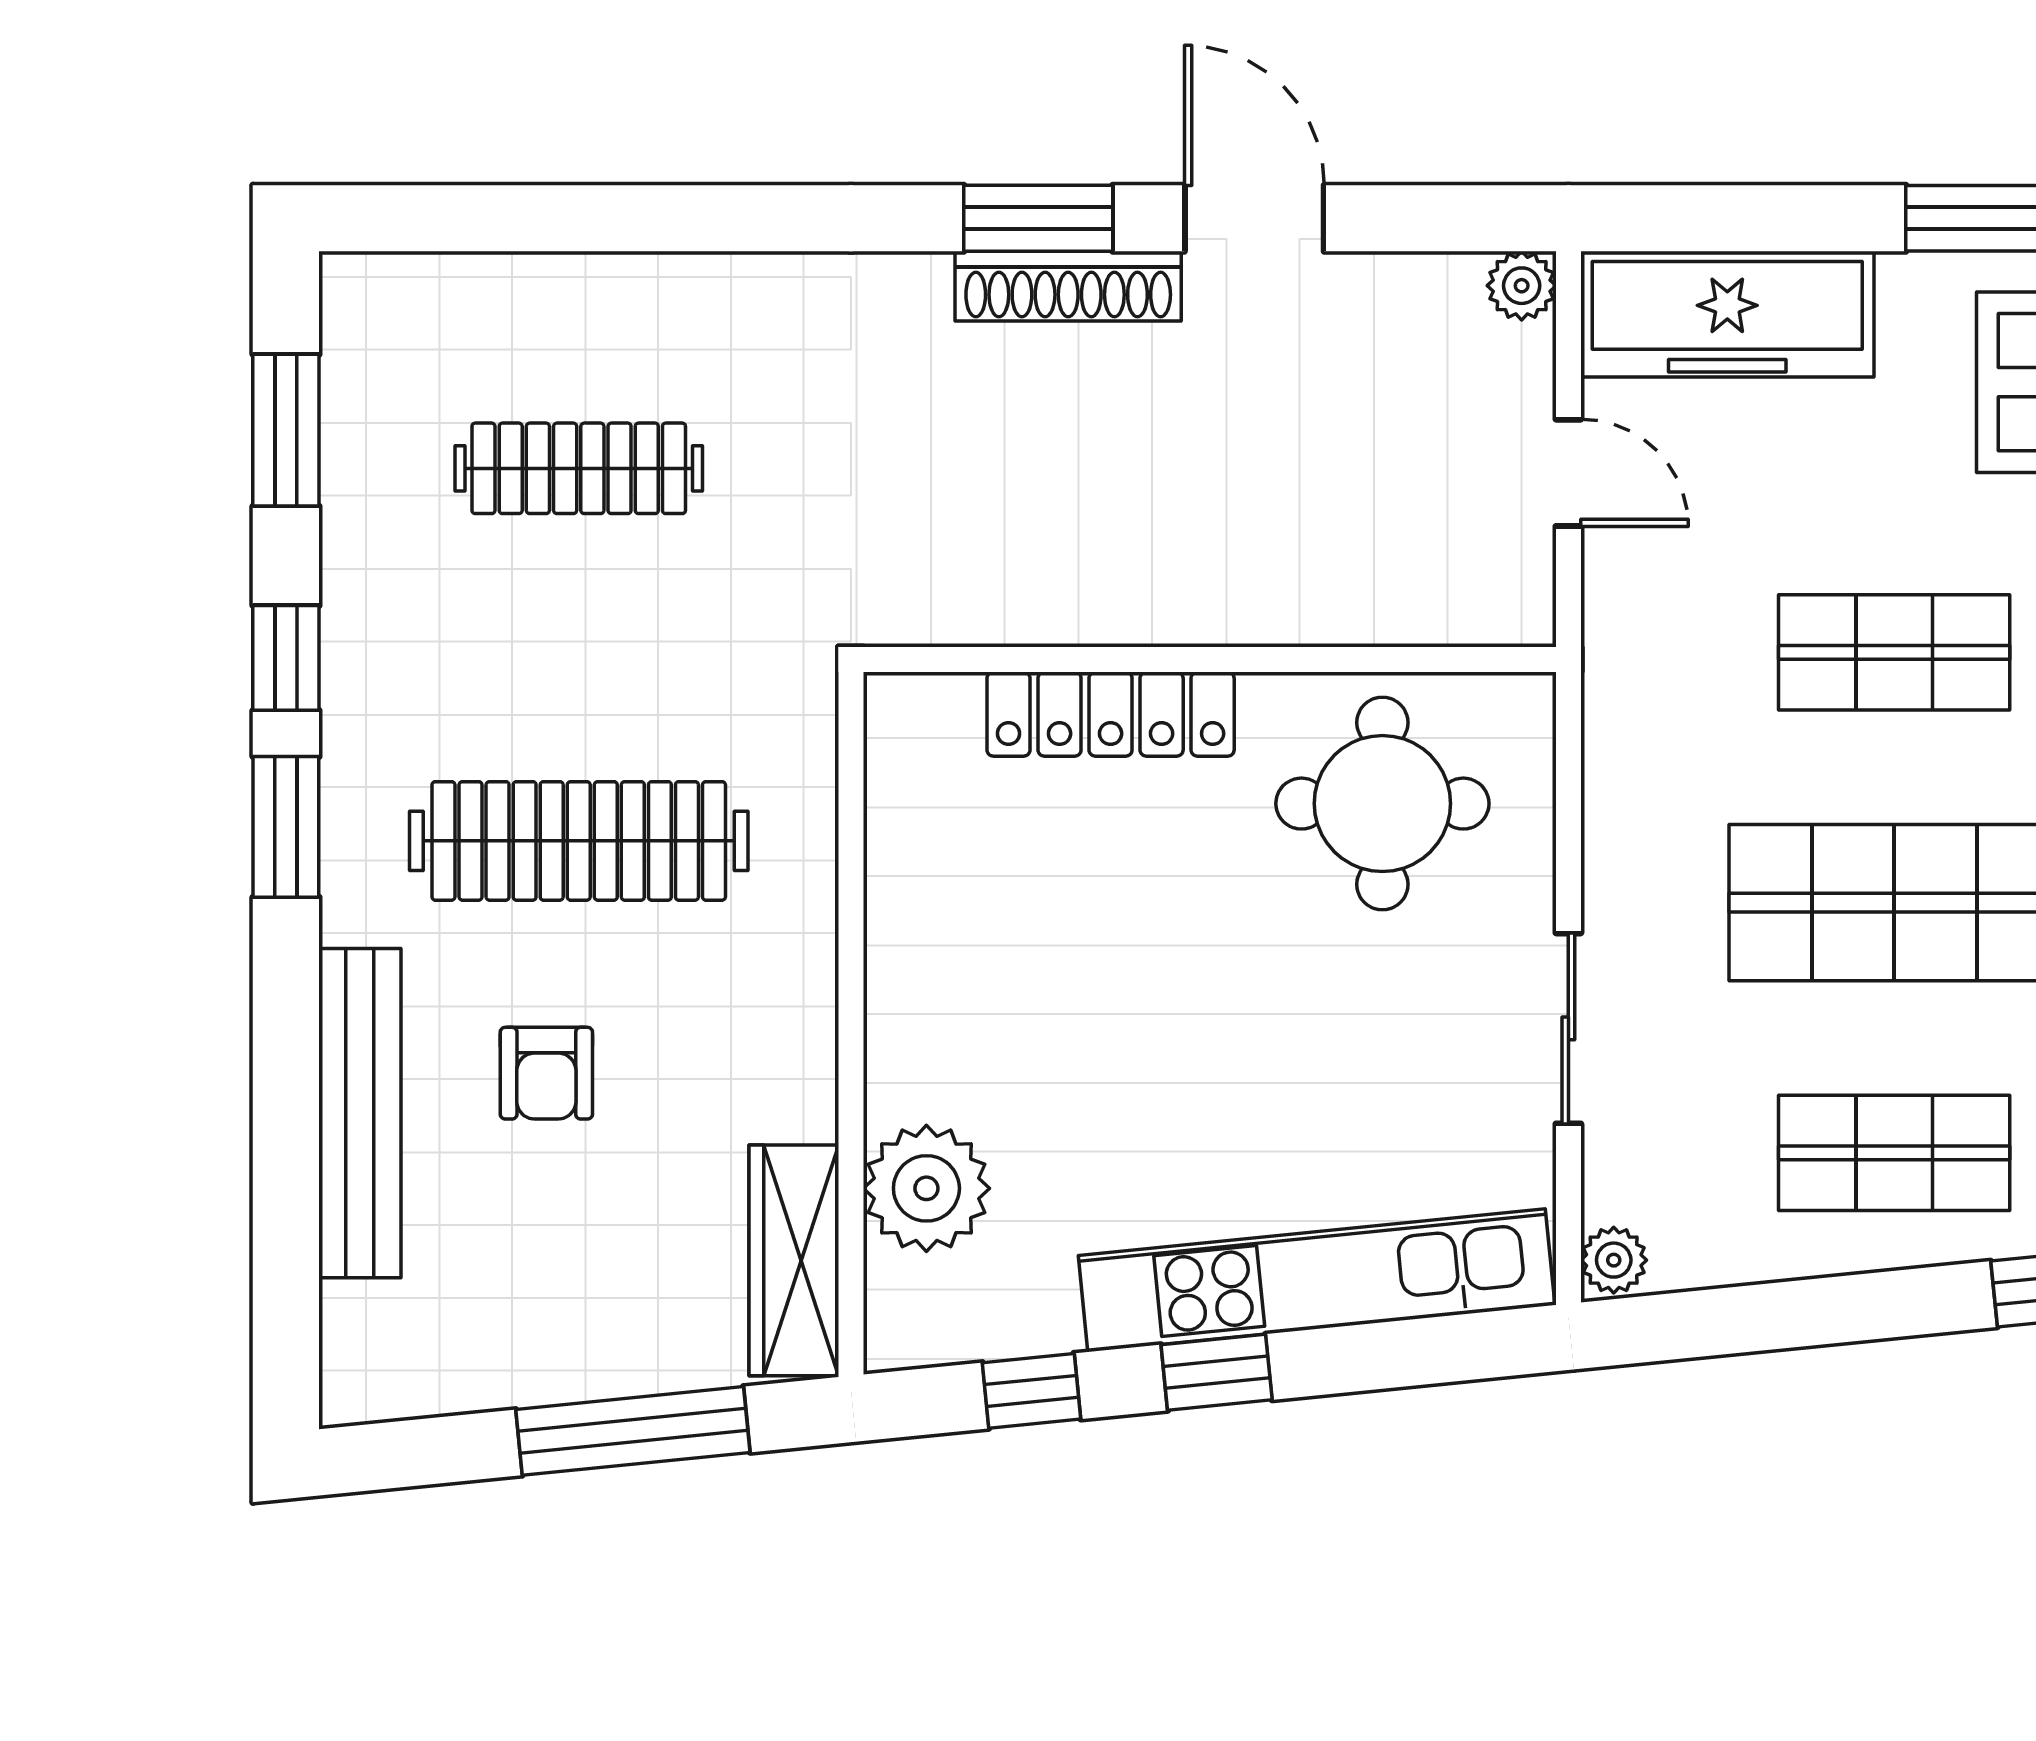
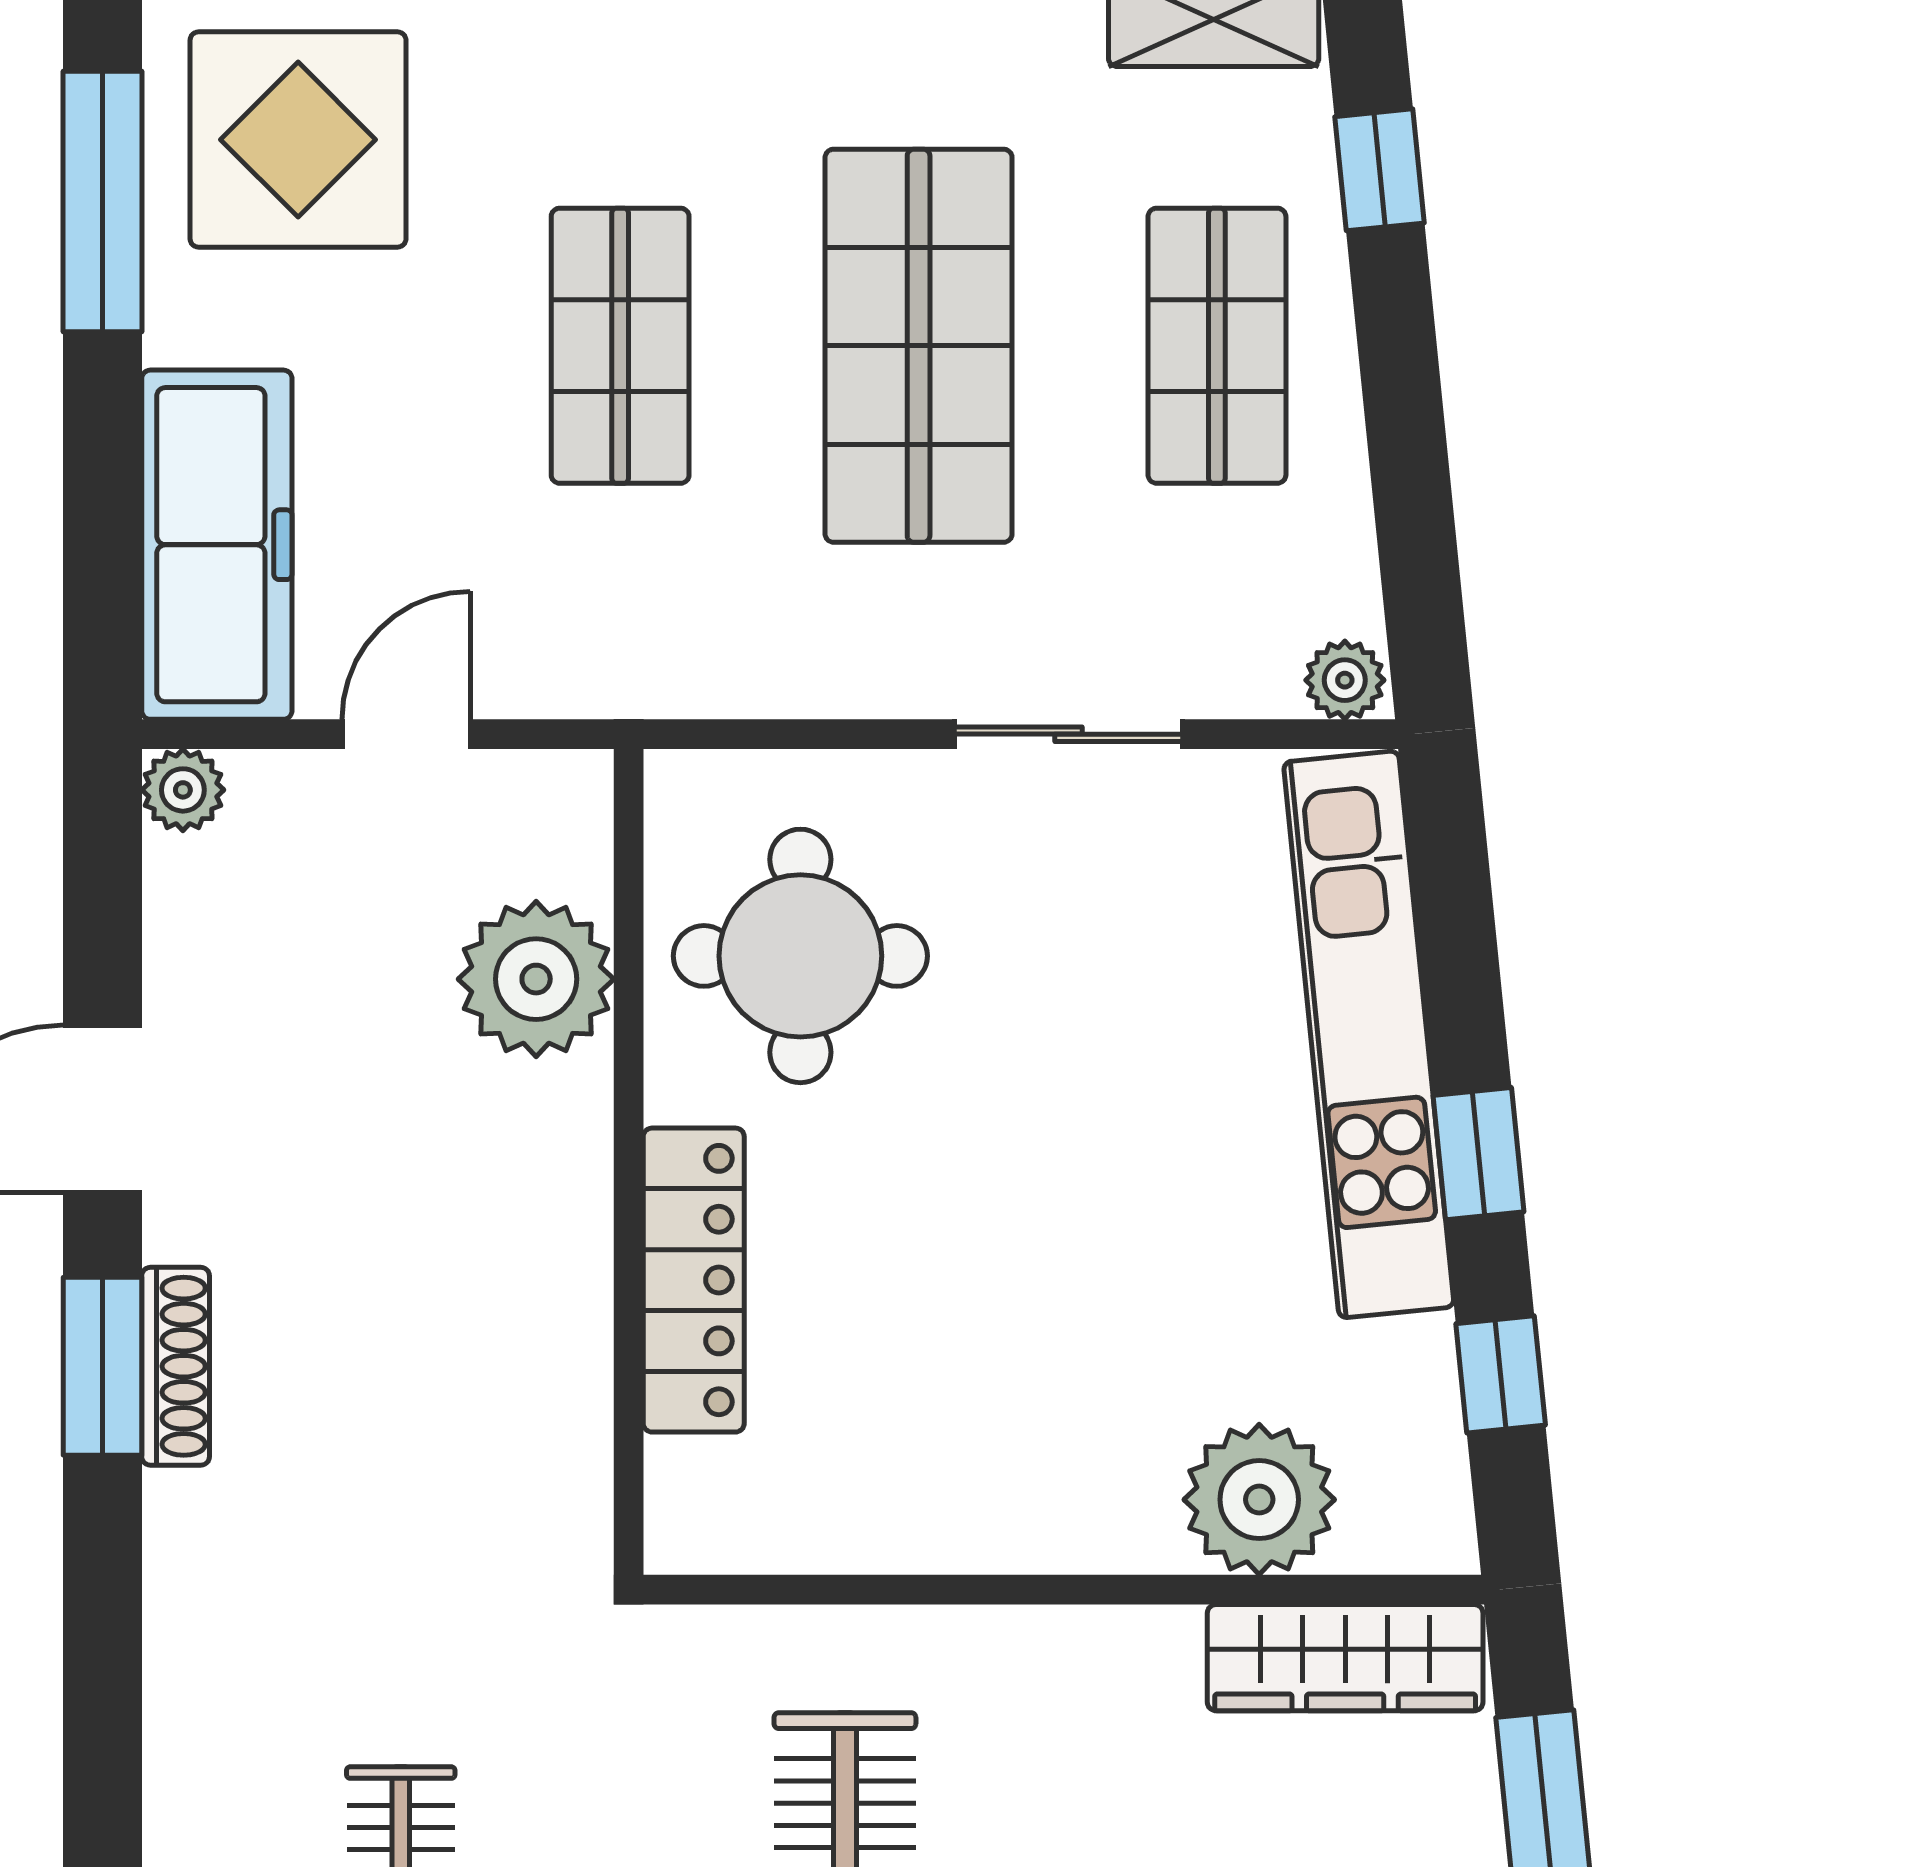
shoe rack: (1068, 286) -> (176, 1366), width x0.74, depth x0.81
plant: (1363, 582) -> (536, 979), added

